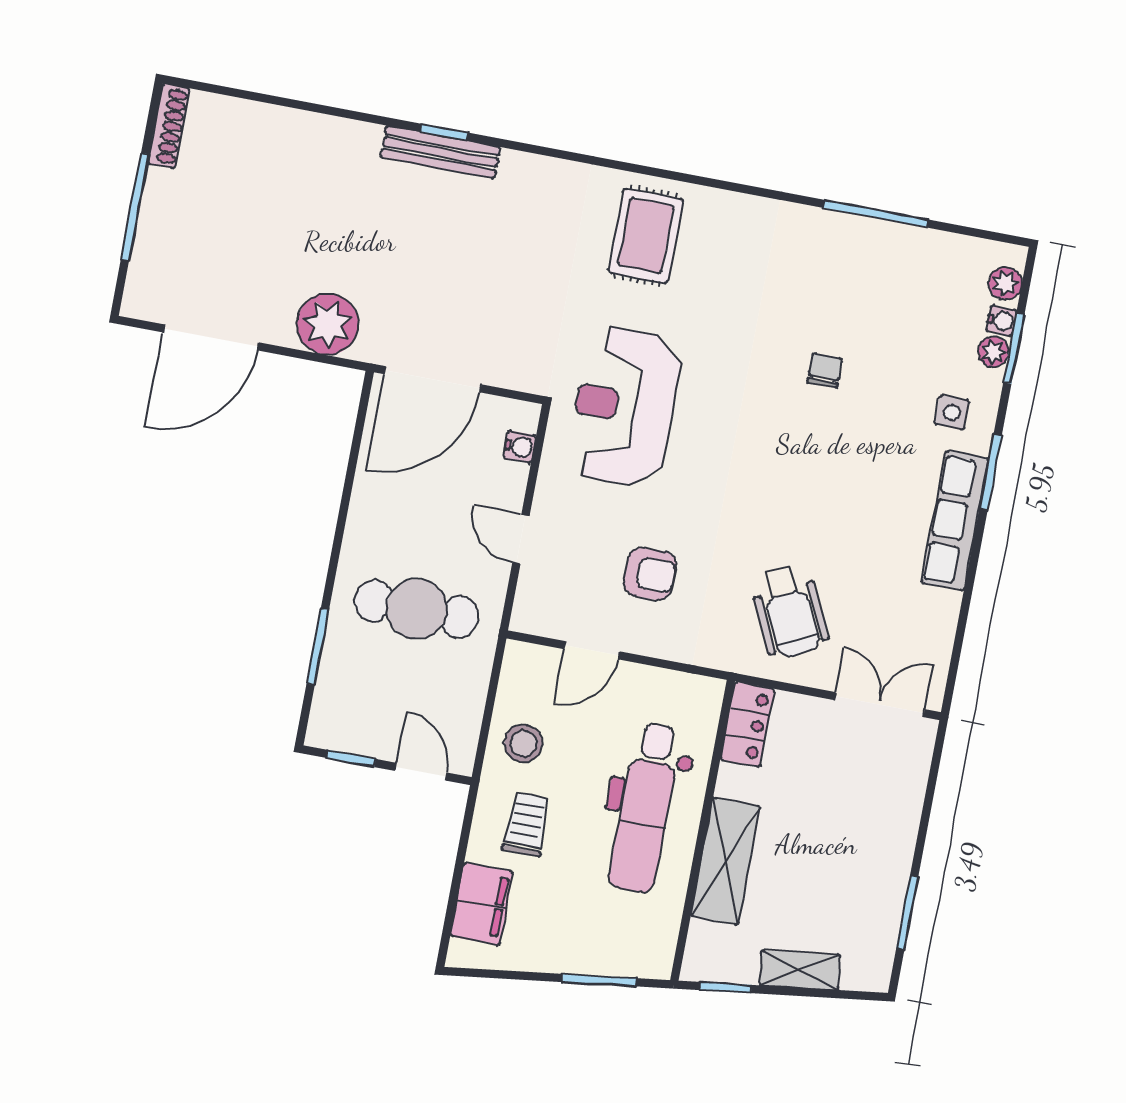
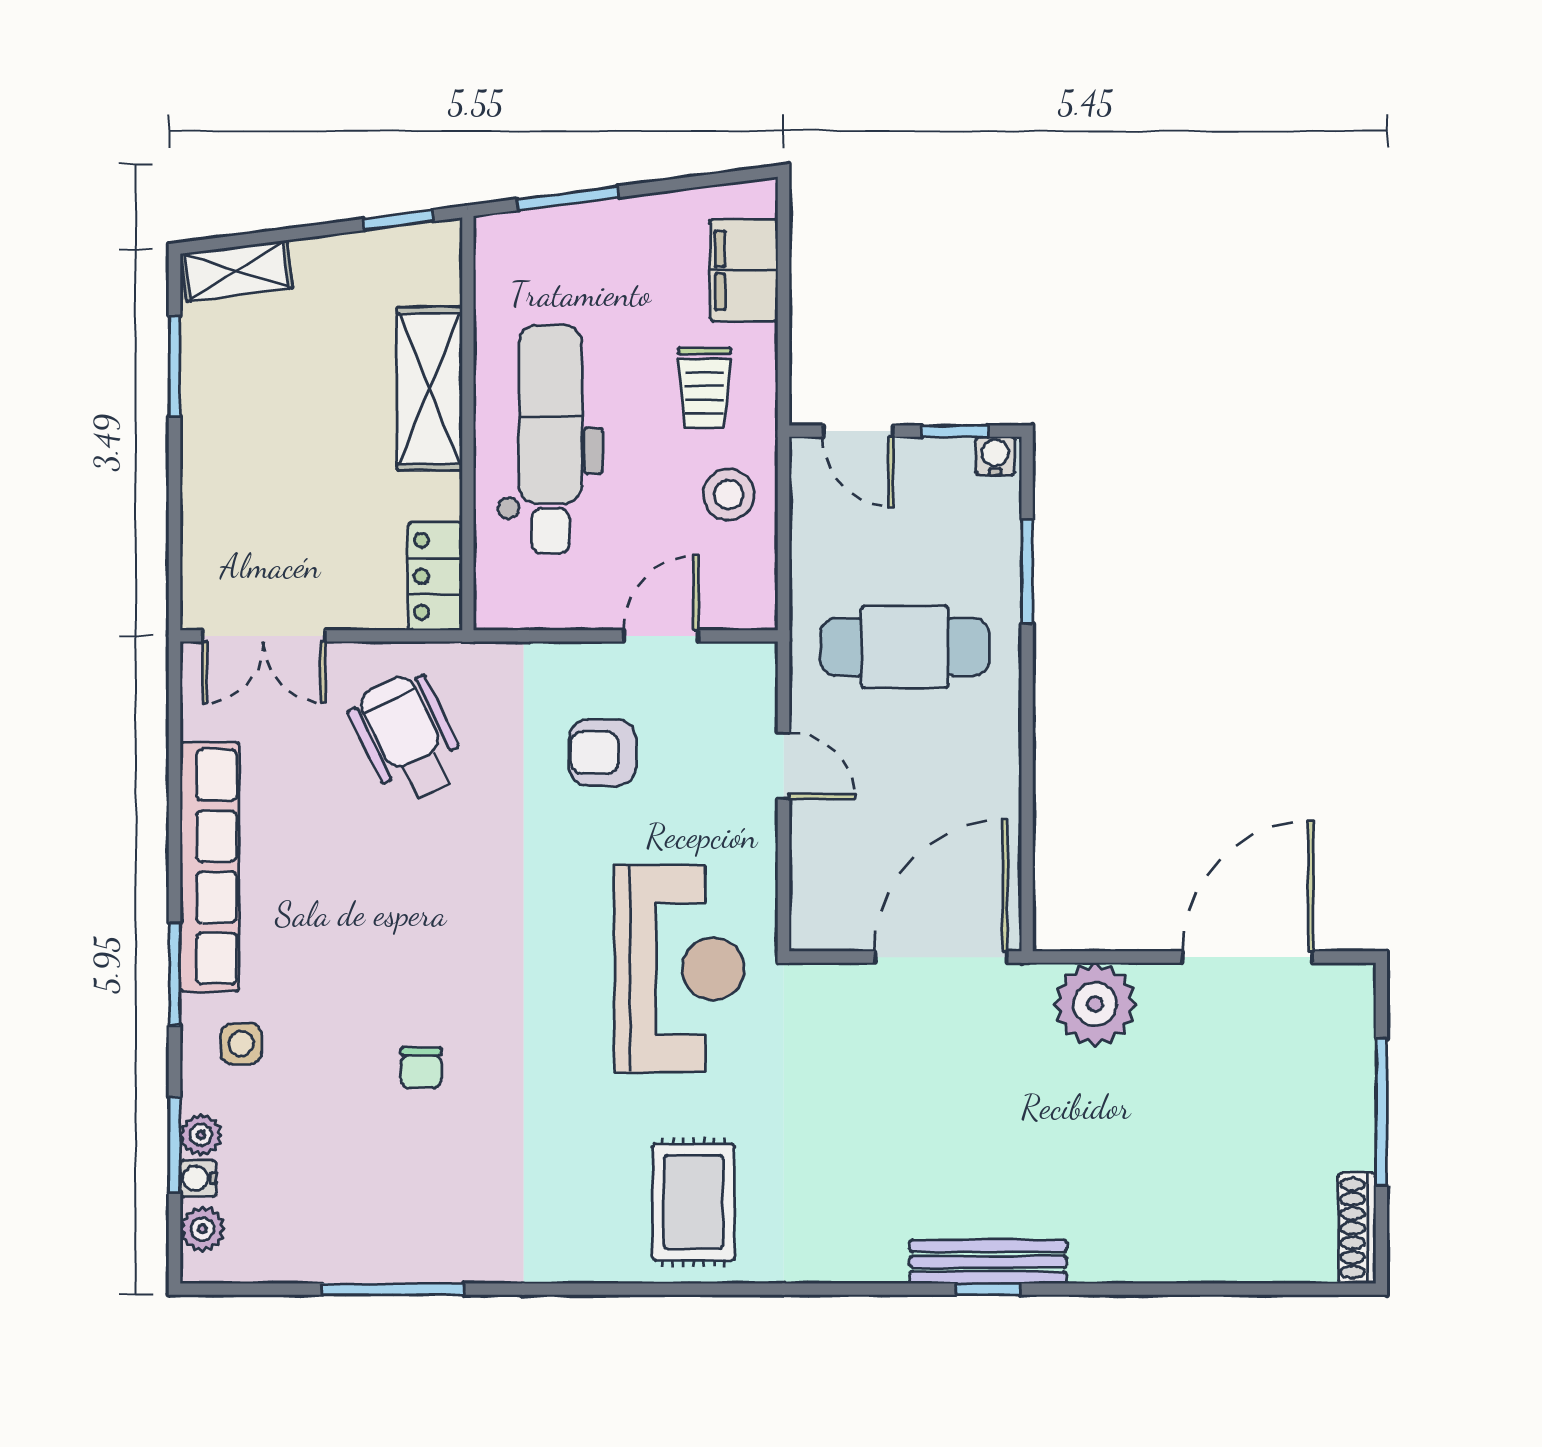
water cooler: (520, 447) -> (995, 456), moved, turned 90
row of seats: (955, 521) -> (210, 867), width x1.36
shelving: (800, 970) -> (237, 271), moved

